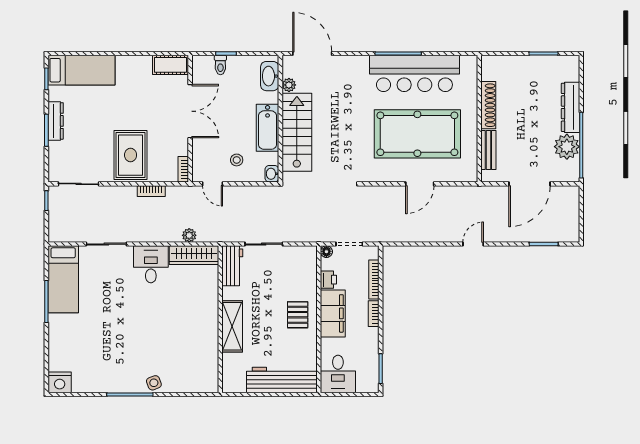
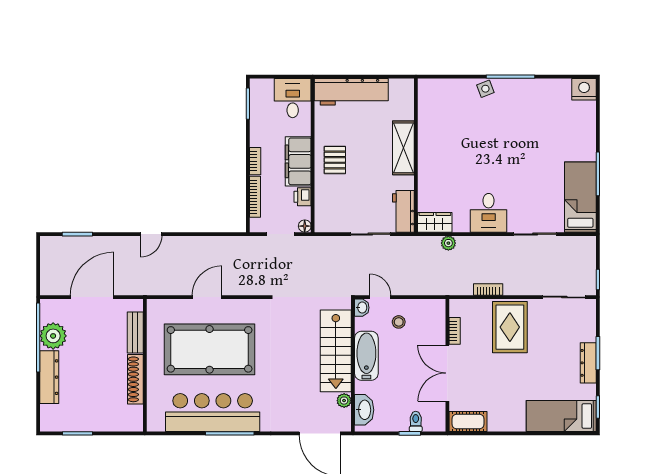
bookcase: (183, 169) -> (455, 331), moved
door: (212, 184) -> (380, 297), moved
wardrobe: (194, 255) -> (435, 222), width x0.67

